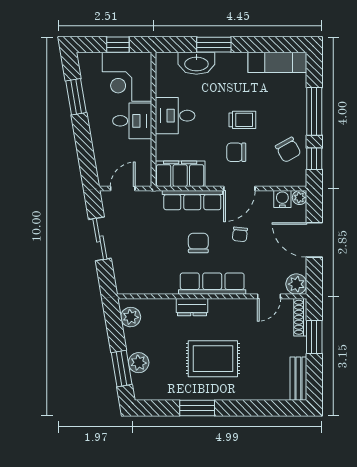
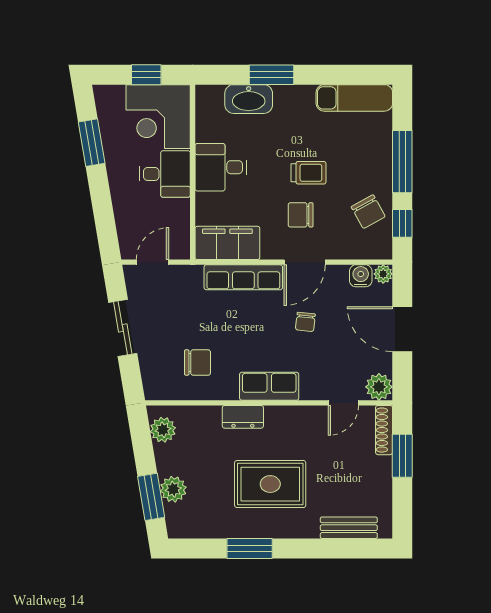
chair: (198, 243) -> (198, 363), moved, turned 90
row of seats: (212, 284) -> (269, 386), width x0.68
bench: (298, 379) -> (349, 528), moved, turned 90

